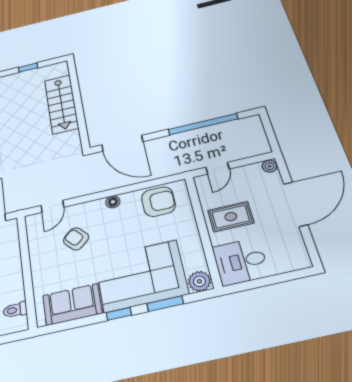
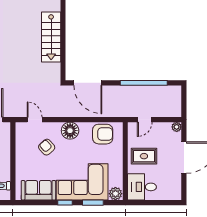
floor lamp: (113, 202) -> (70, 131), width x1.89, depth x1.89
door: (52, 206) -> (35, 120), swing flipped

